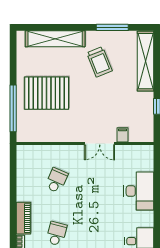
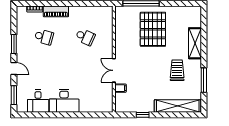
shelving: (55, 39) -> (195, 43), width x0.68
trolley: (99, 62) -> (177, 70), turned 112
desk: (139, 191) -> (64, 101), moved

